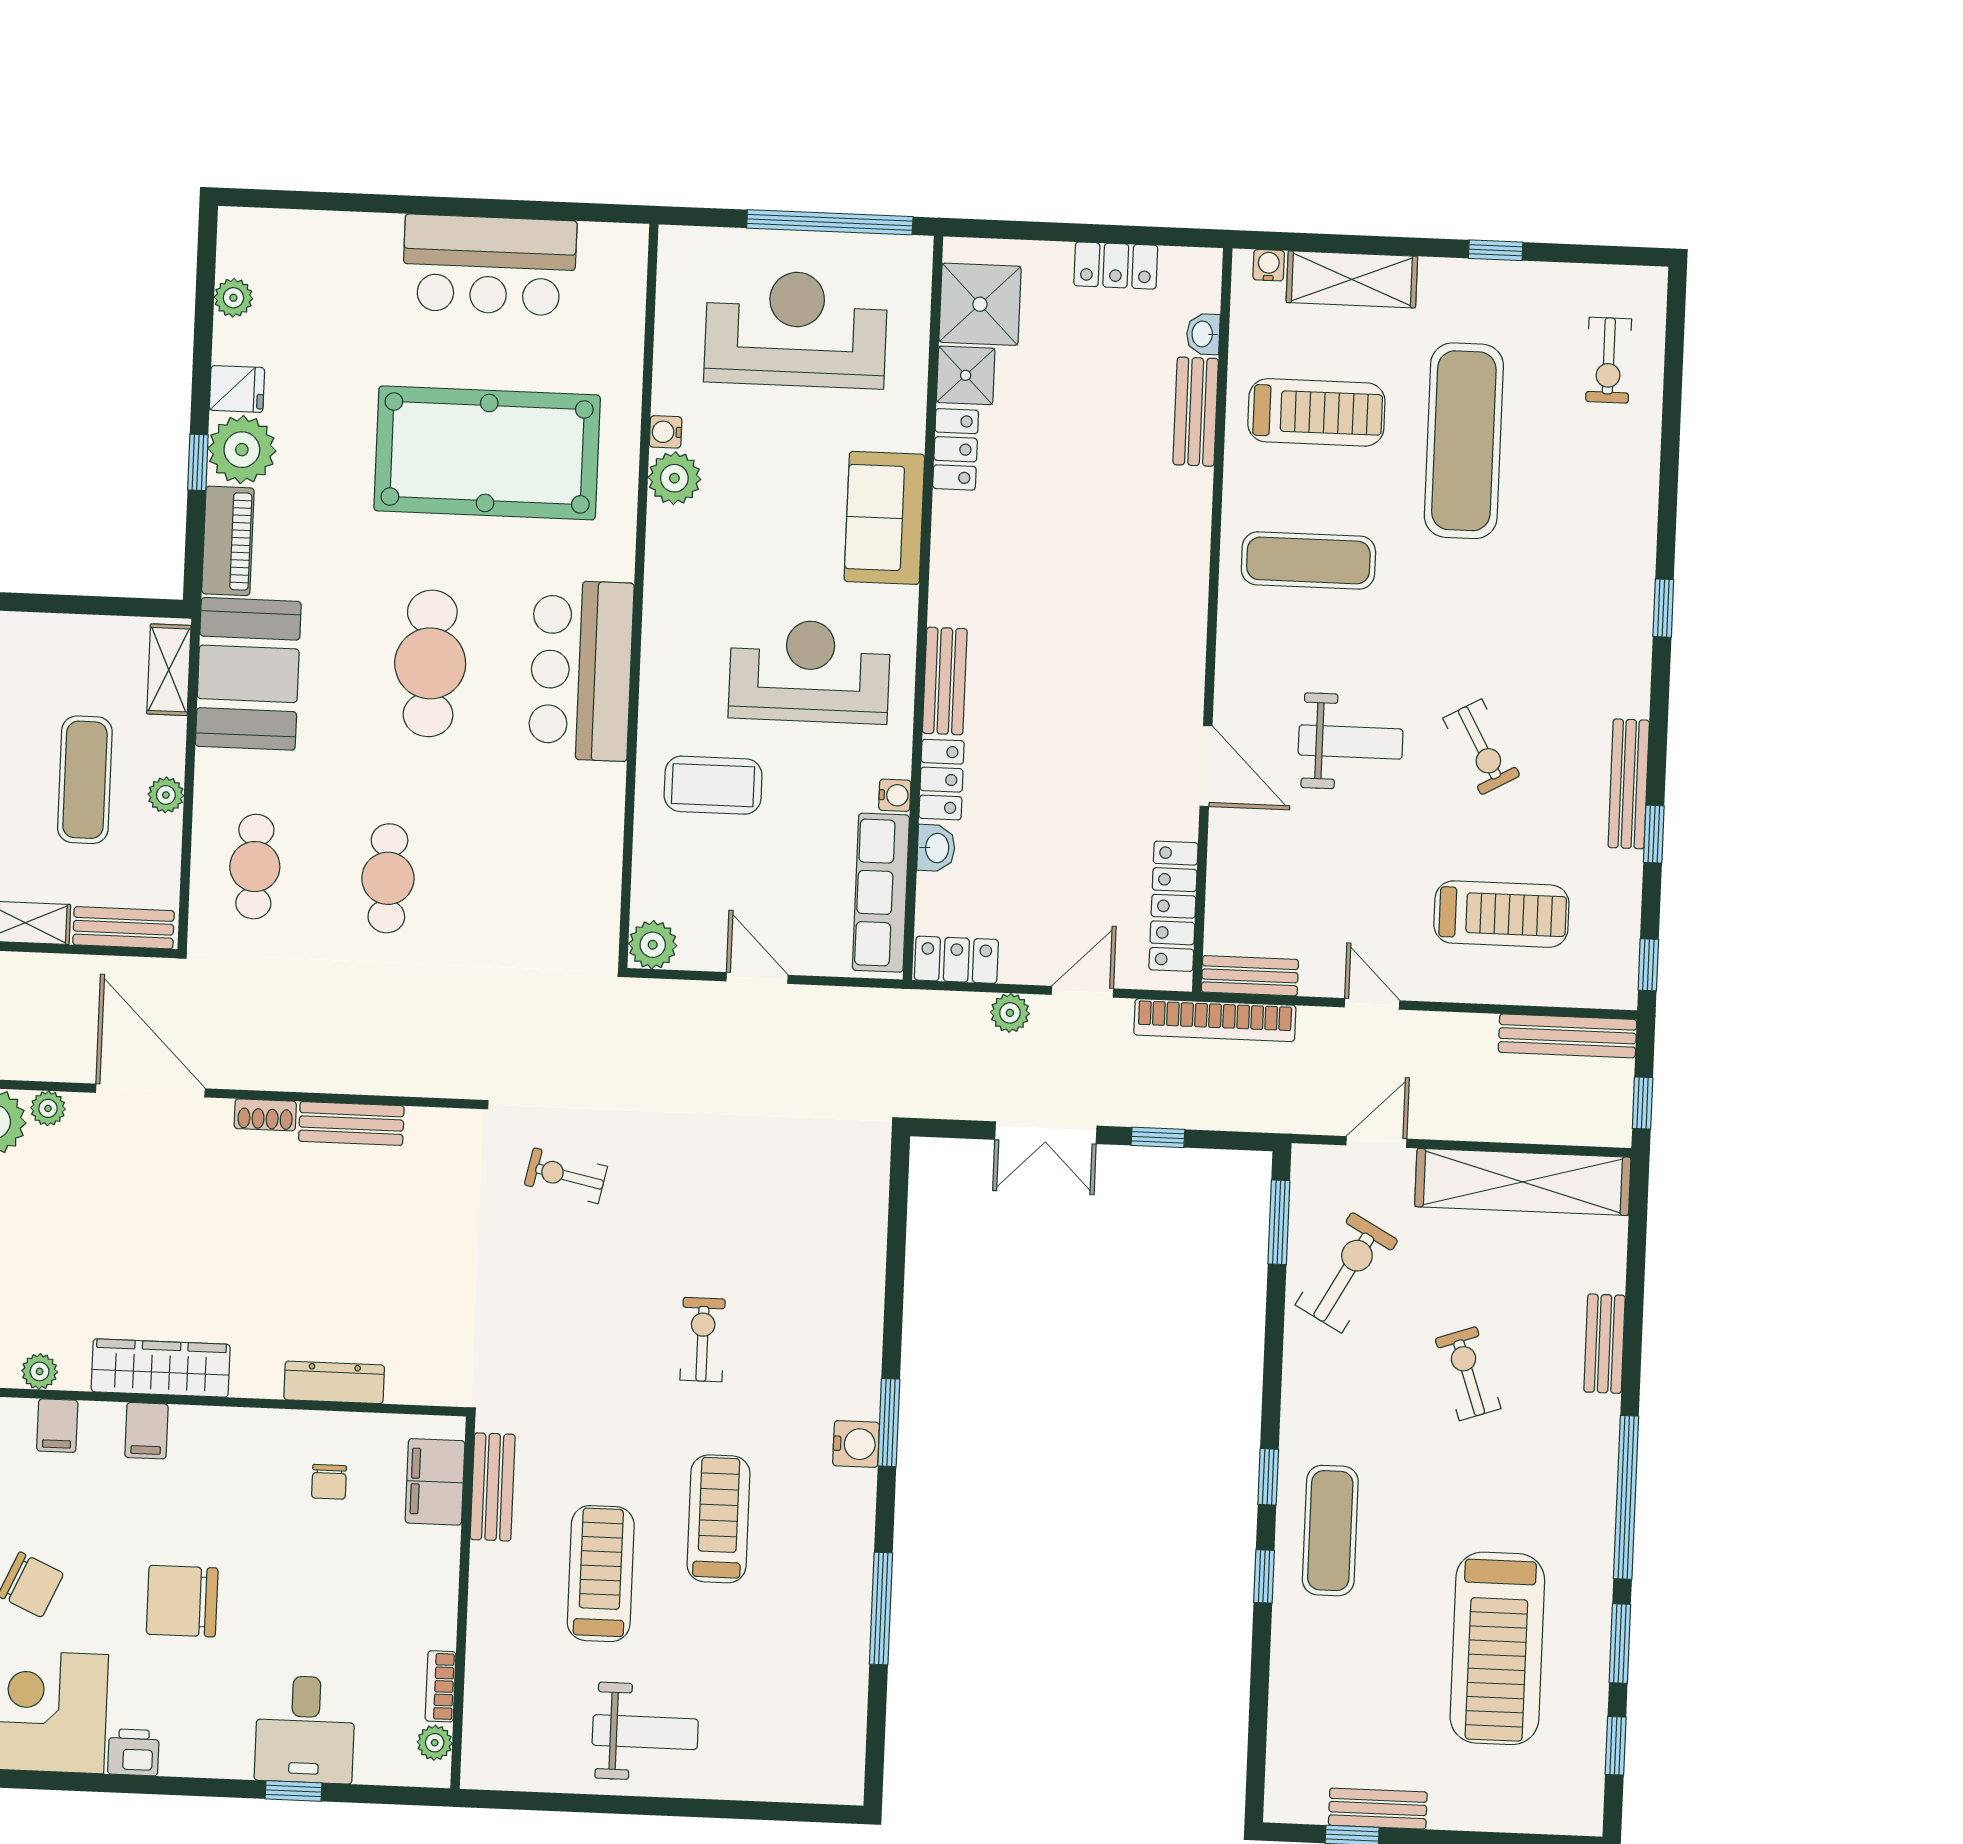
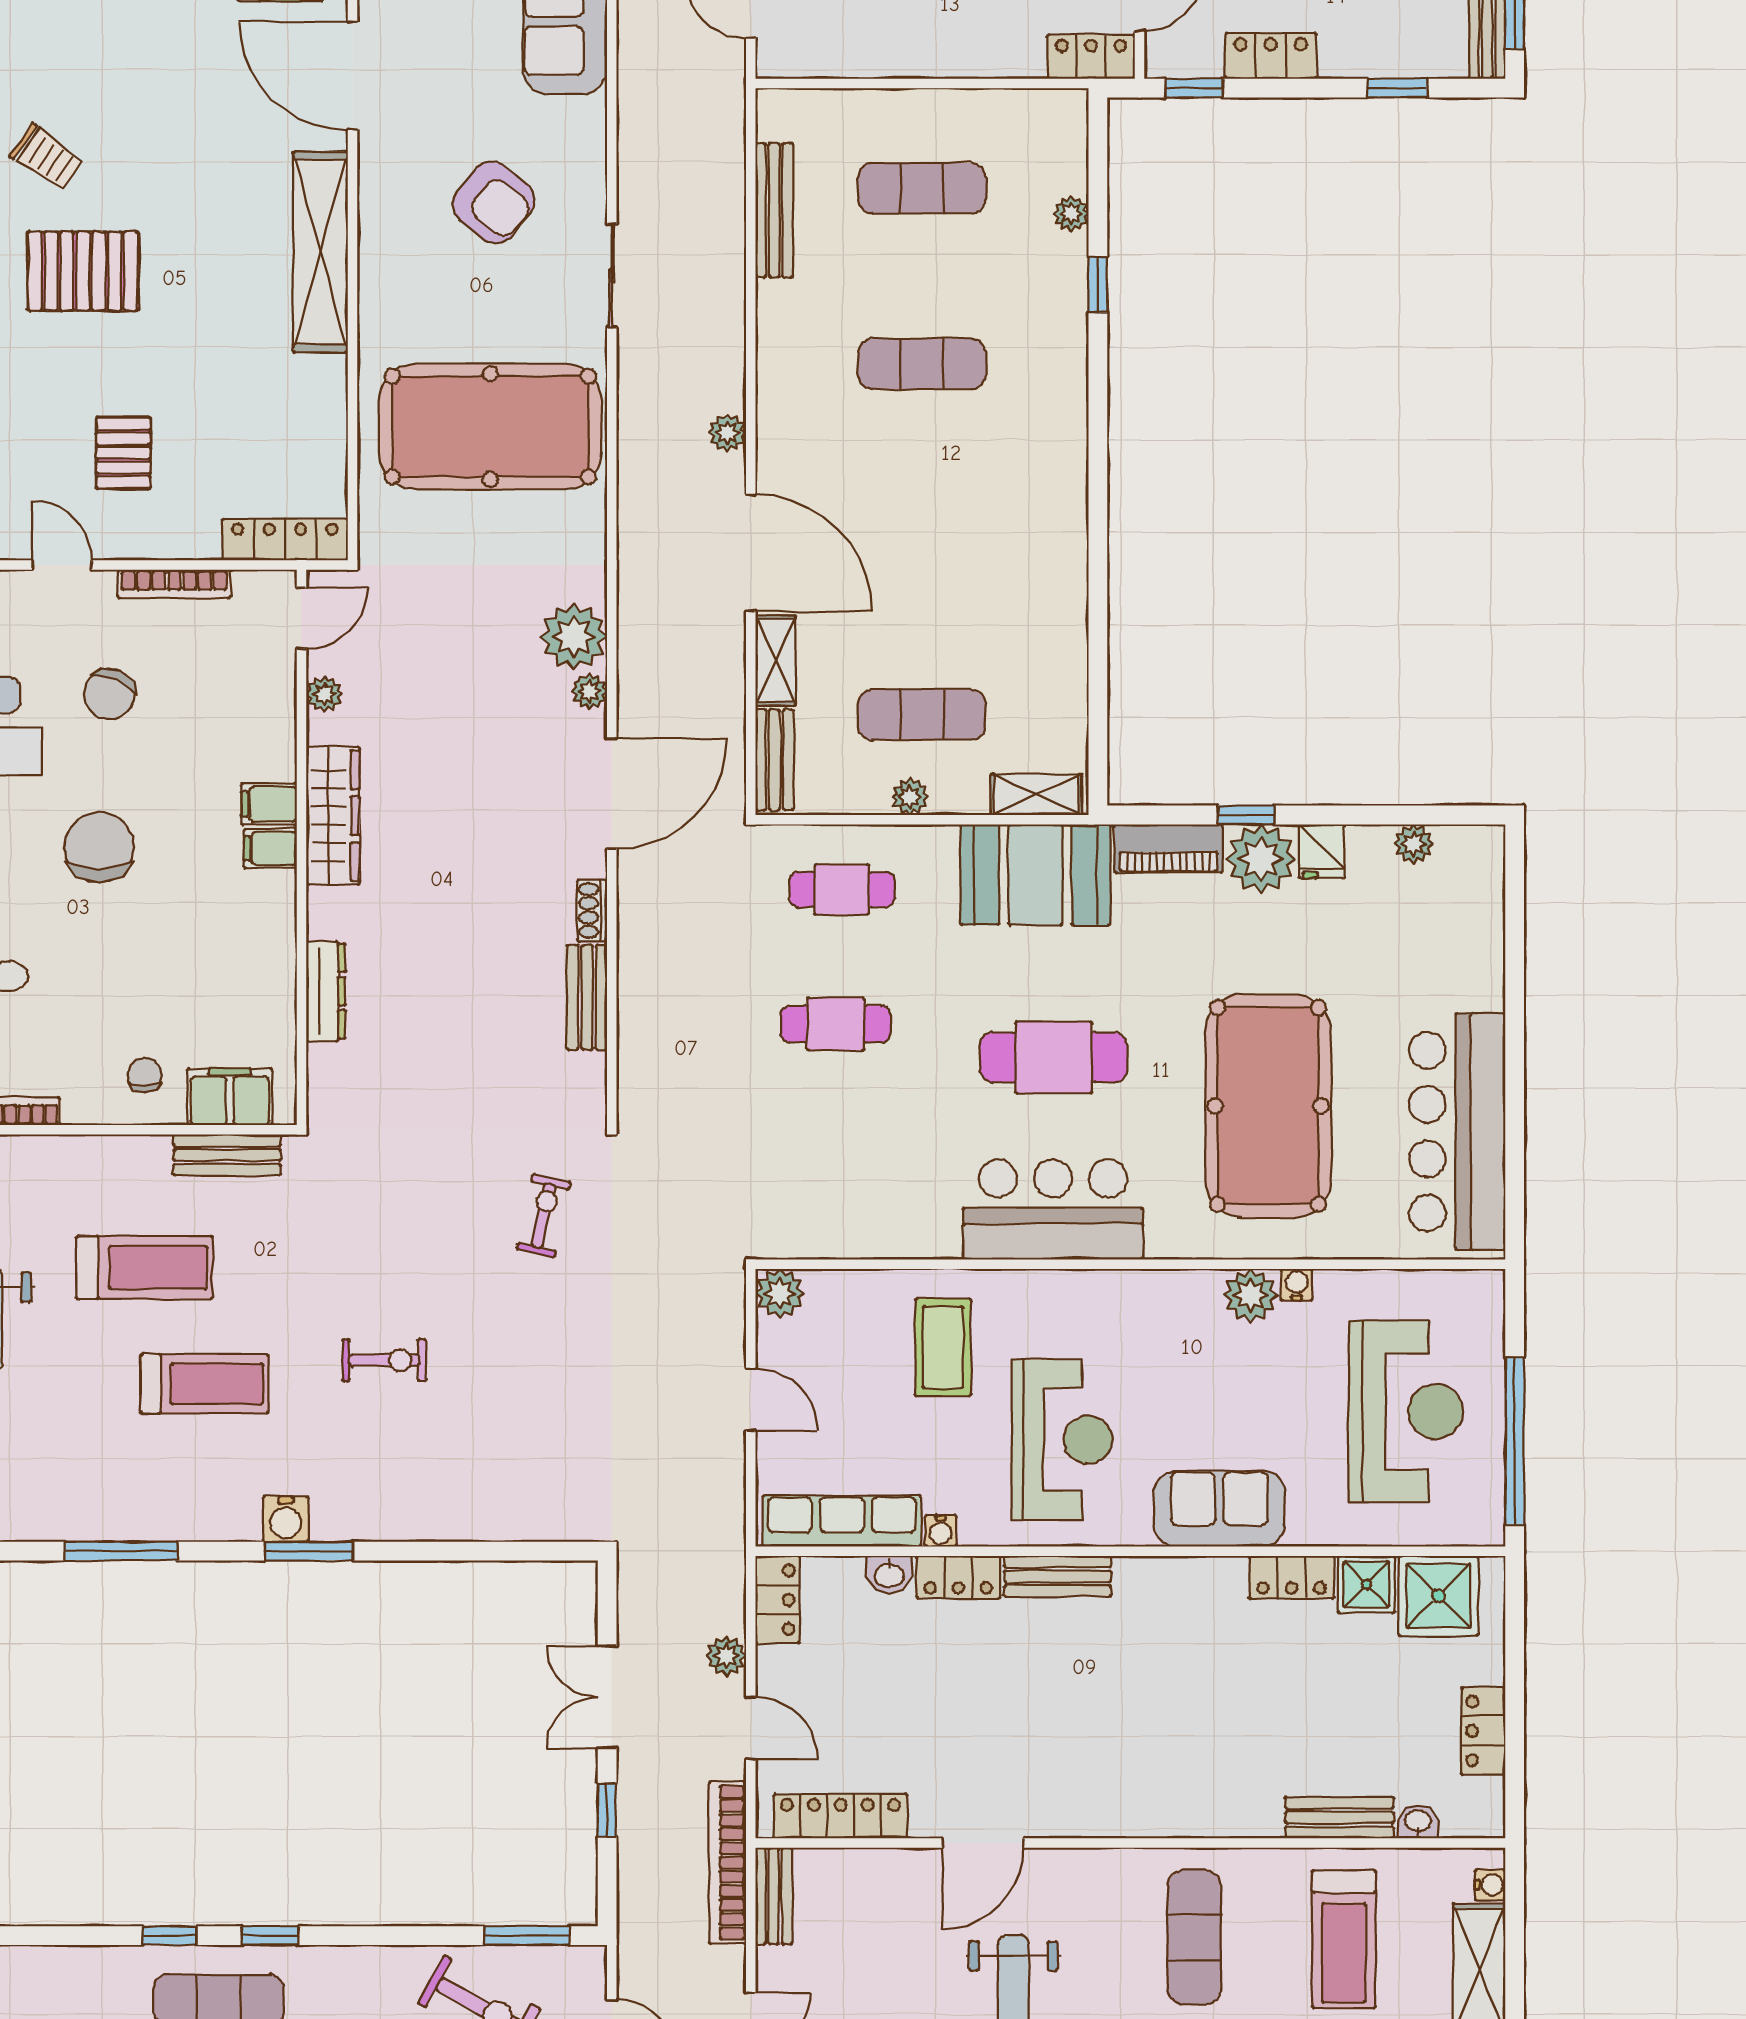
bar counter: (489, 265) -> (1457, 1132), width x1.36
door: (757, 978) -> (751, 1400), hinge flipped
filing cabinet: (57, 1426) -> (270, 848), moved
chair: (329, 1482) -> (145, 1075), moved, turned 90

